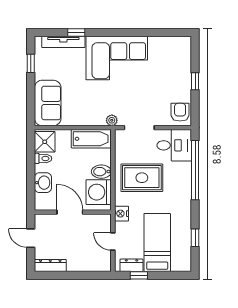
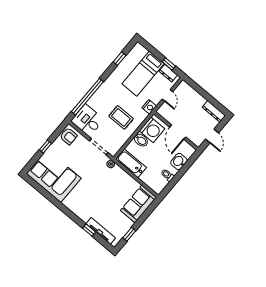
corner sofa: (117, 58) -> (54, 176), moved
armchair: (180, 112) -> (69, 136), turned -90
shower: (45, 142) -> (159, 184), removed
rug: (142, 178) -> (121, 117), width x0.73, depth x0.70

